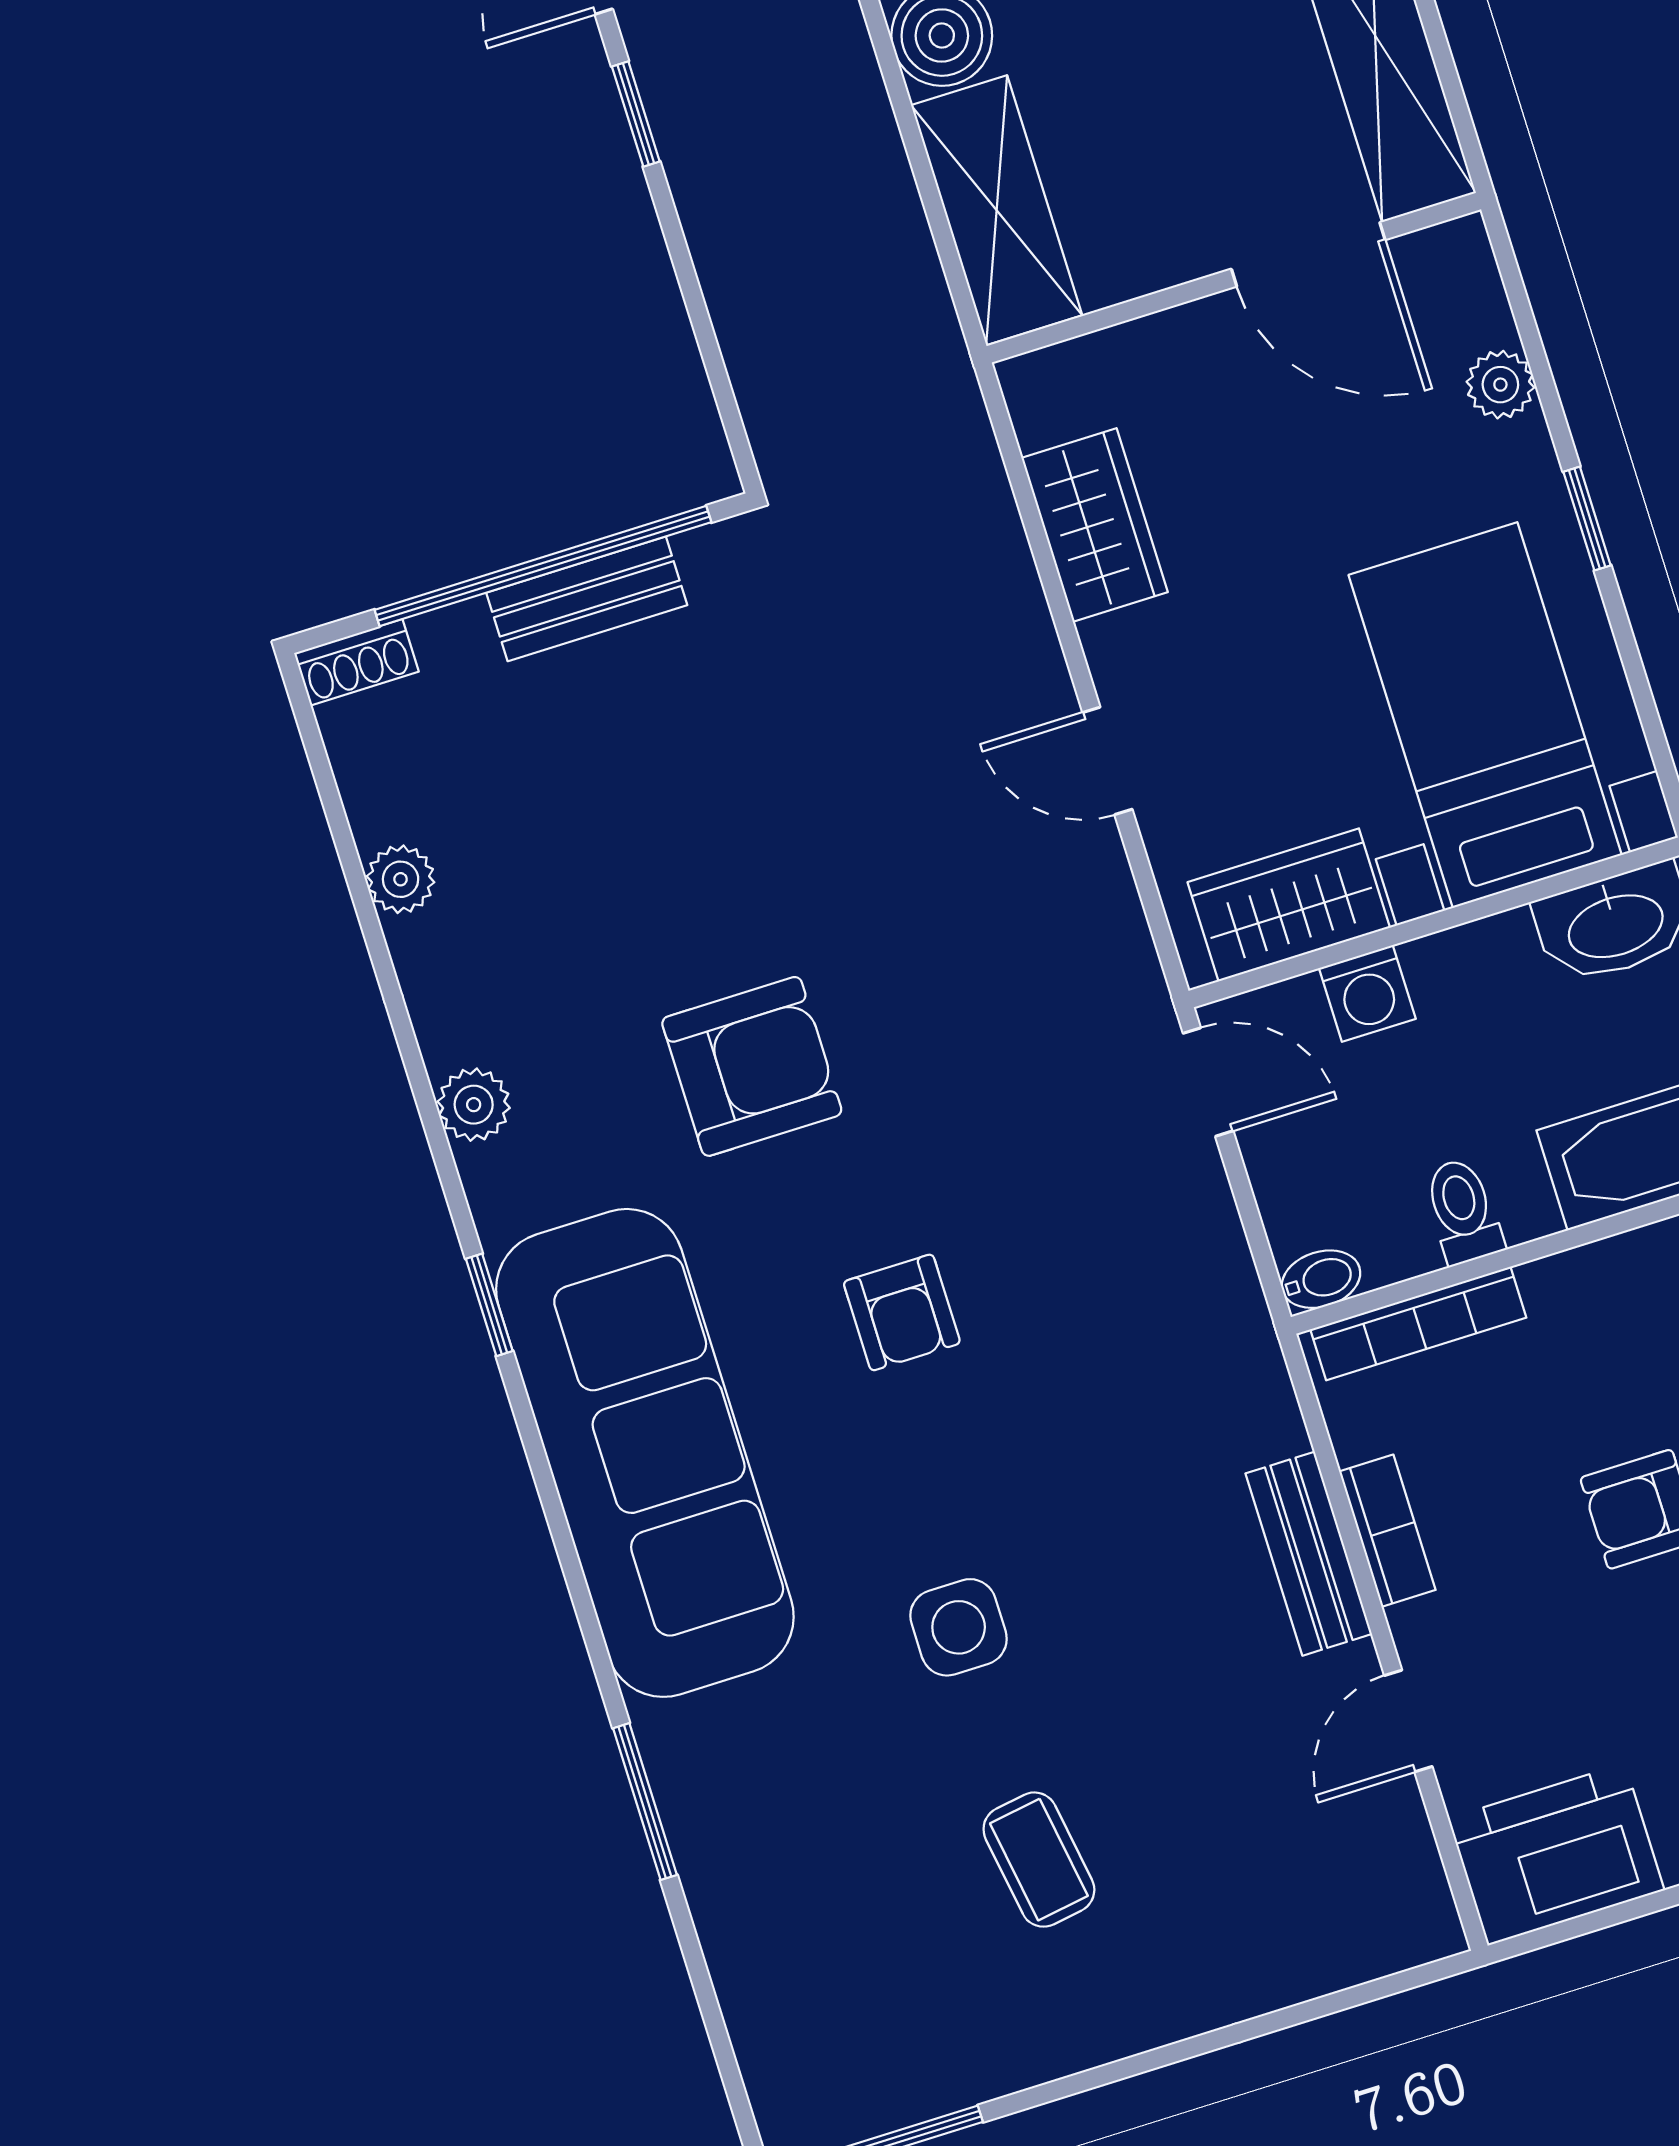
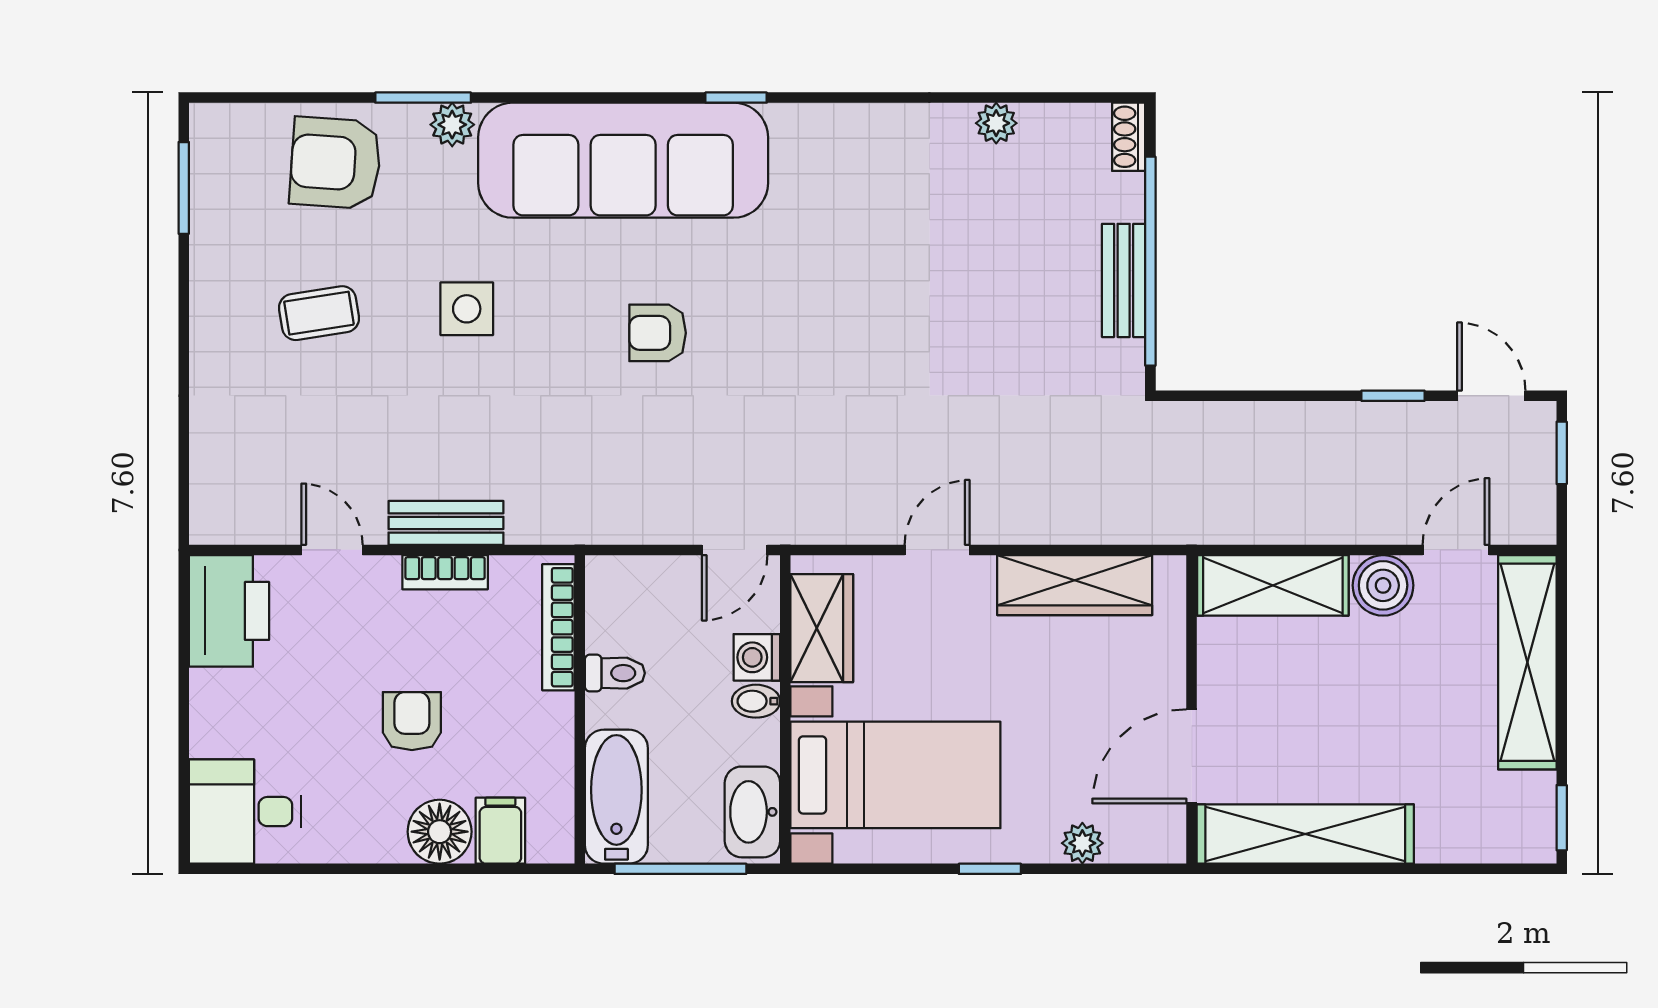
wardrobe: (1095, 525) -> (1075, 585), width x1.50
armchair: (752, 1066) -> (335, 163), moved, turned 94
plant: (474, 1105) -> (452, 125), moved
bidet: (1321, 1279) -> (756, 701), moved, turned 90

